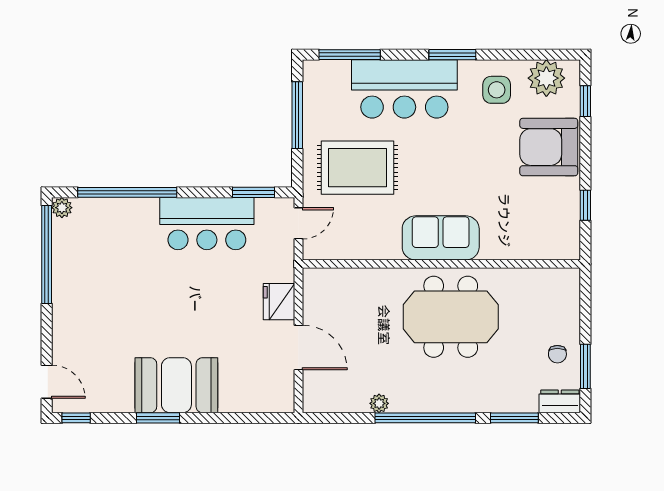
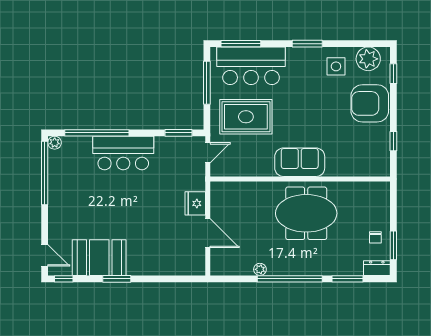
bar counter: (404, 89) -> (251, 66), moved
bar counter: (207, 224) -> (123, 153), moved
booth: (176, 385) -> (99, 258), moved

